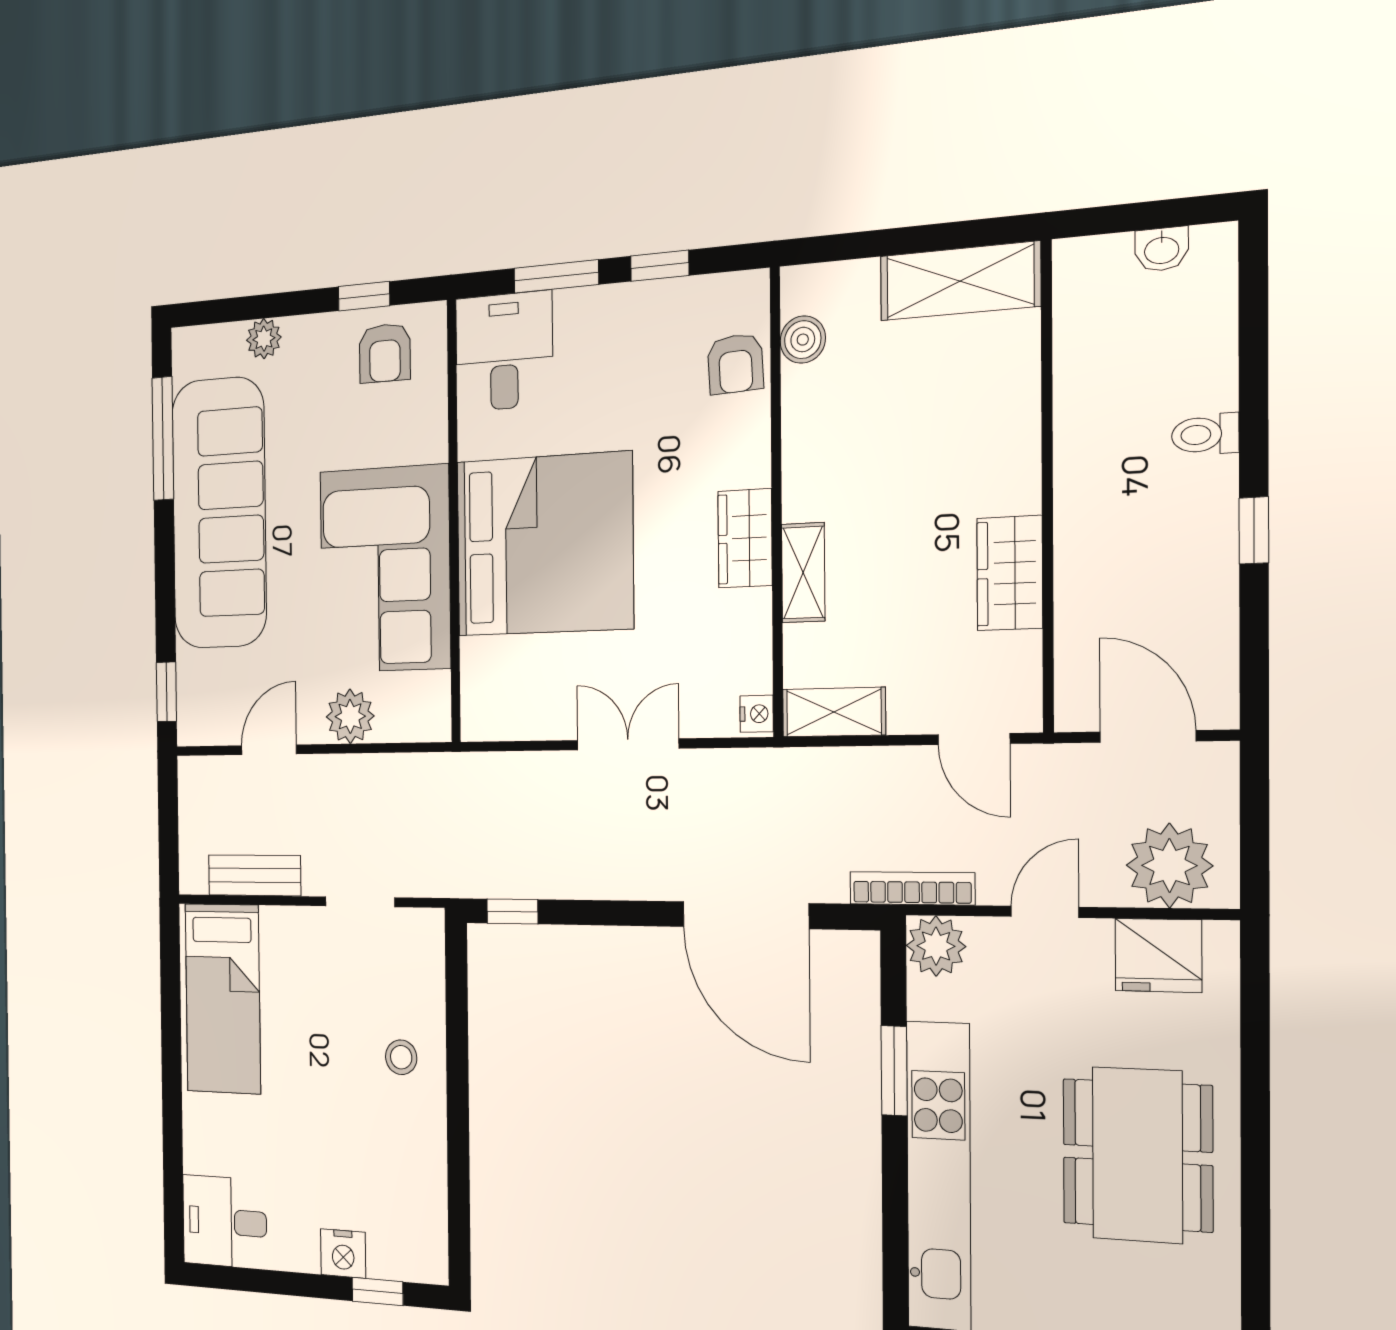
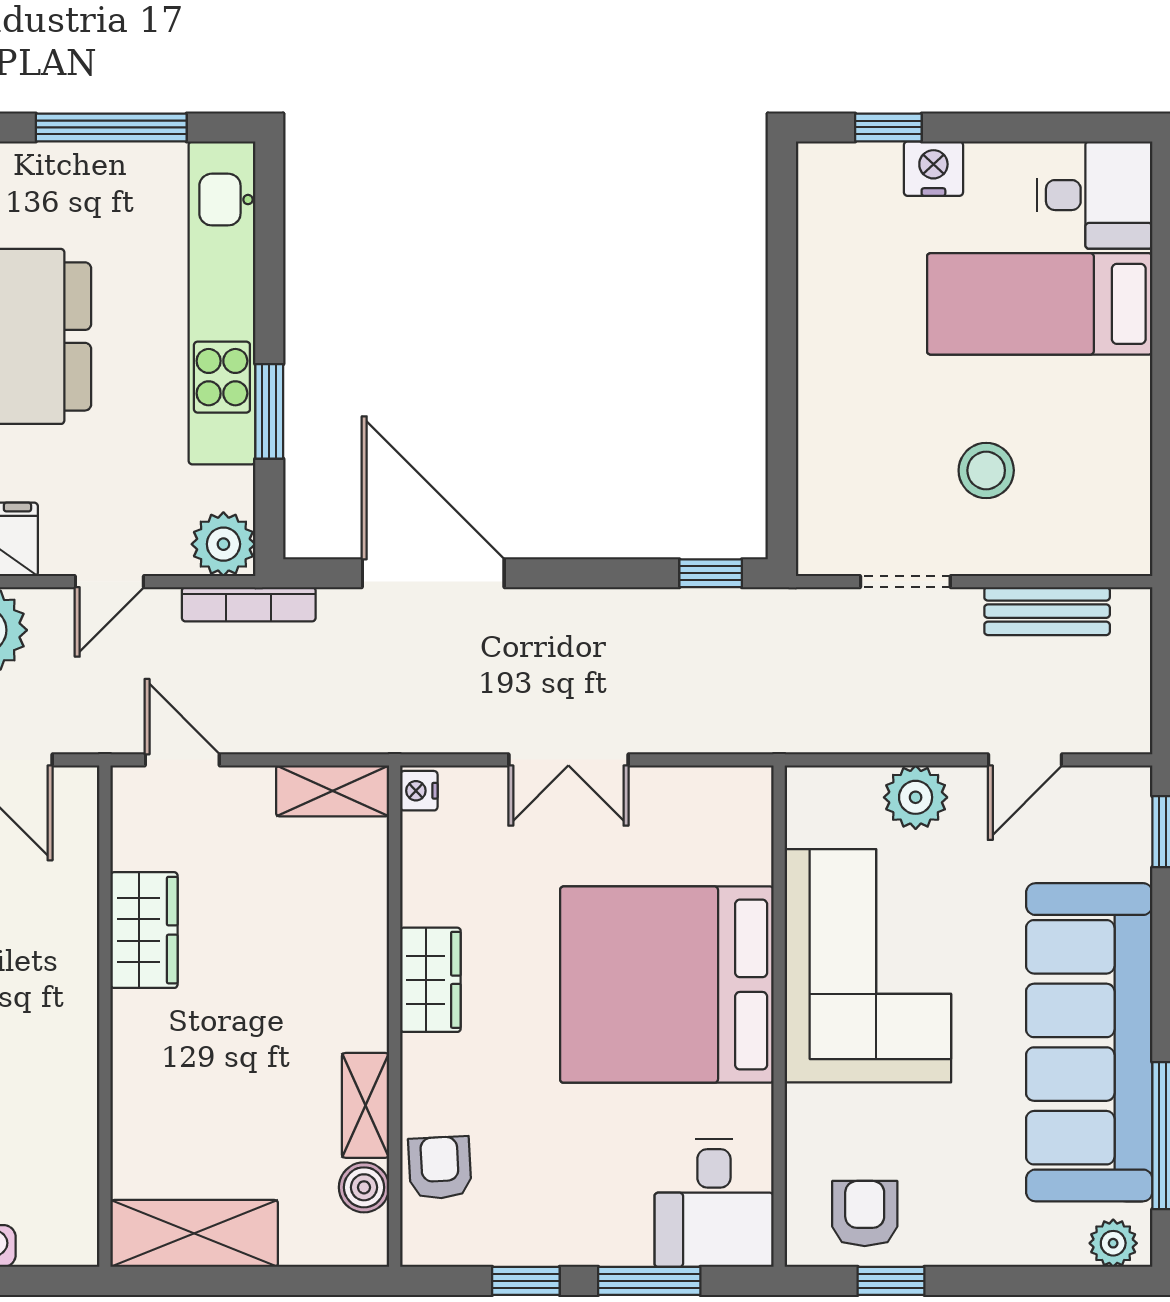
plant: (264, 339) -> (1113, 1243), moved
shelving: (803, 573) -> (365, 1105), moved
bed: (223, 999) -> (1040, 304), moved, turned -90
stool: (401, 1057) -> (986, 470), moved, width x1.37, depth x1.37

